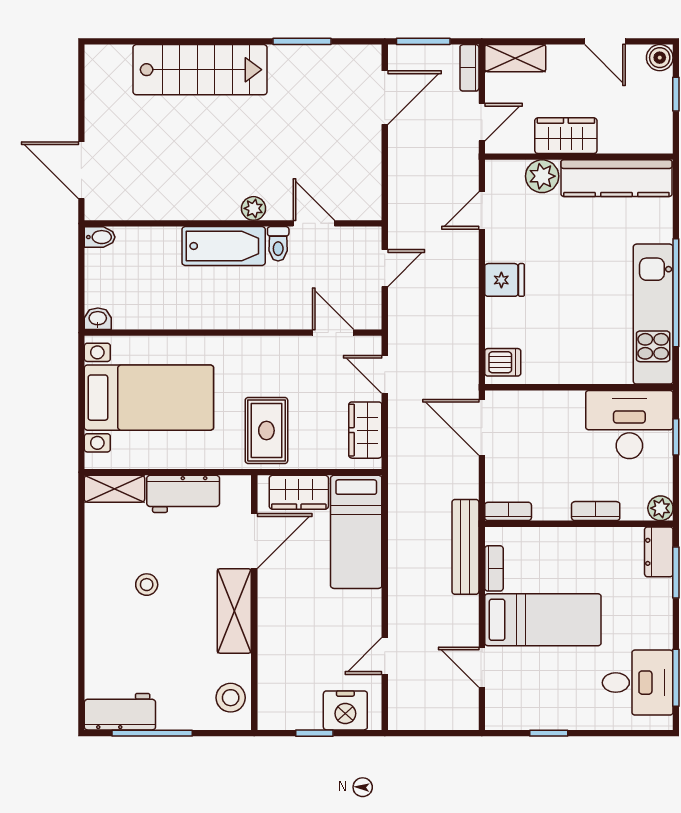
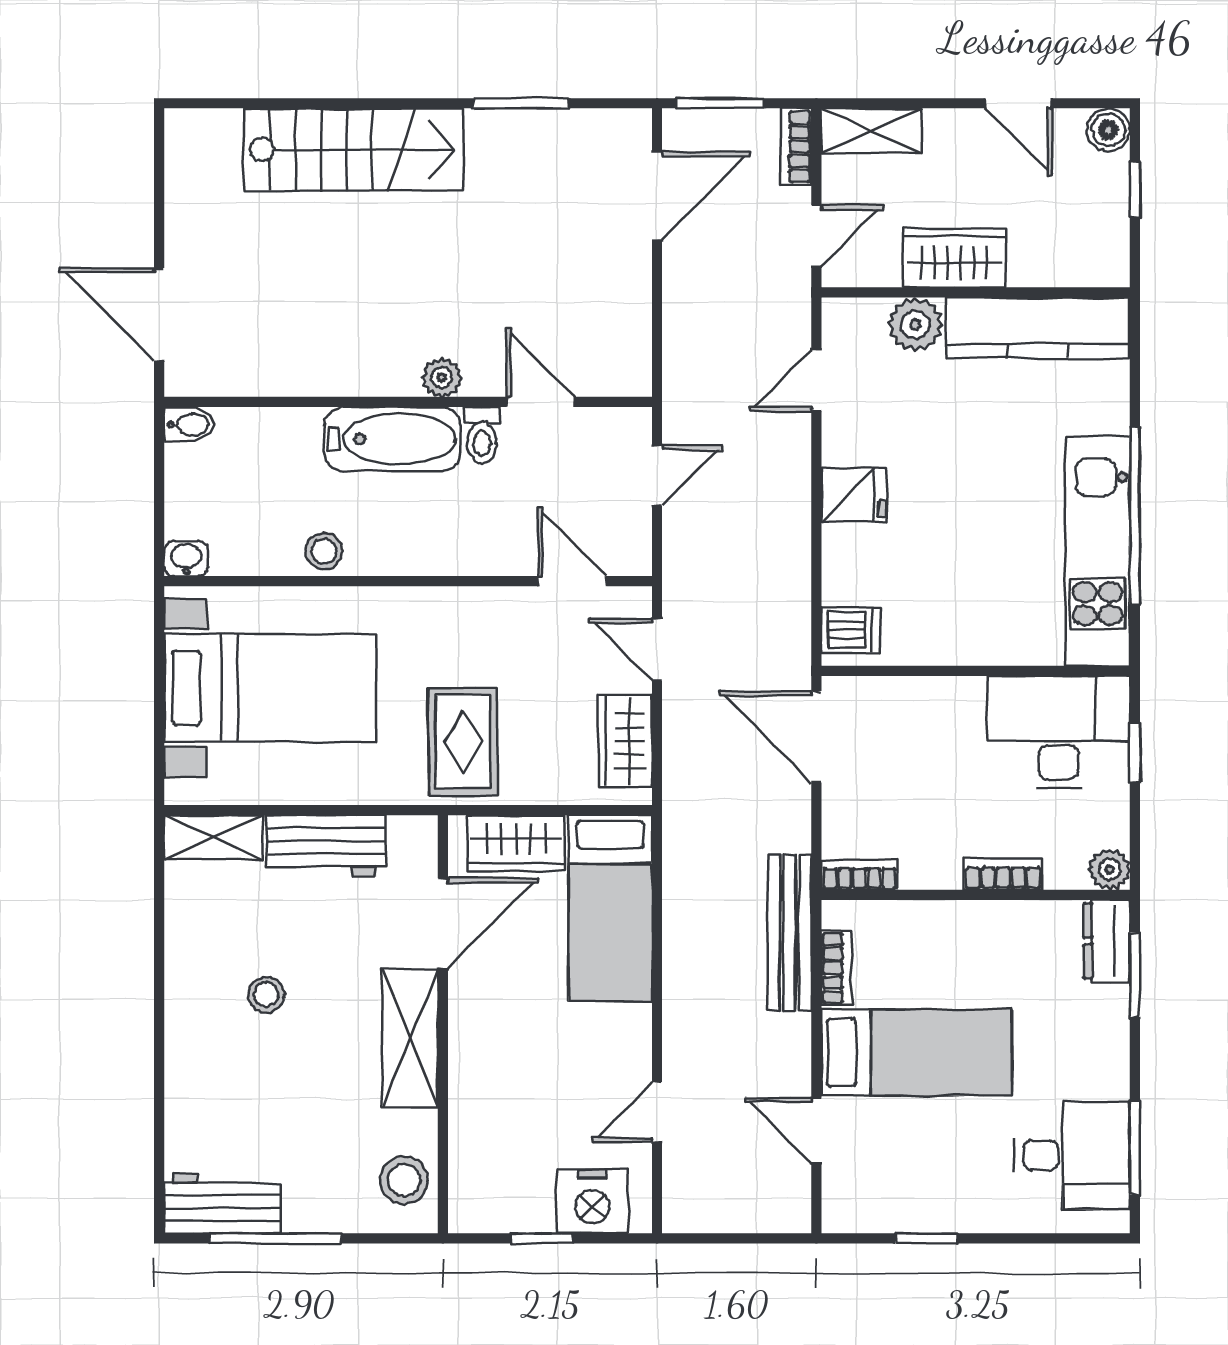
stool: (182, 314) -> (324, 551), added

